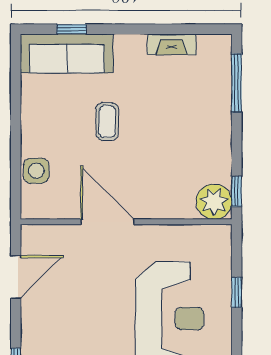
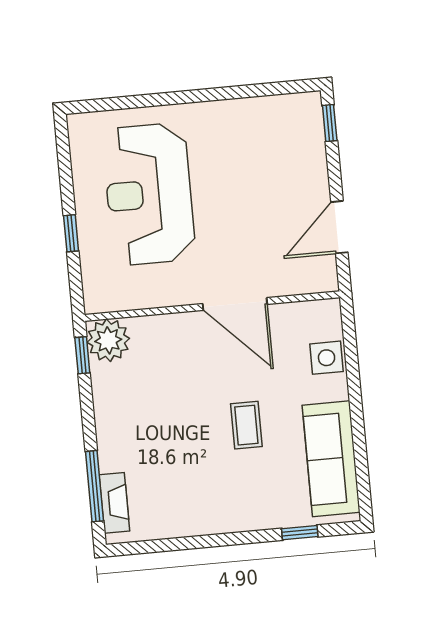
fireplace: (172, 44) -> (114, 503), moved, turned 90
sofa: (67, 54) -> (331, 459), moved, turned -90

